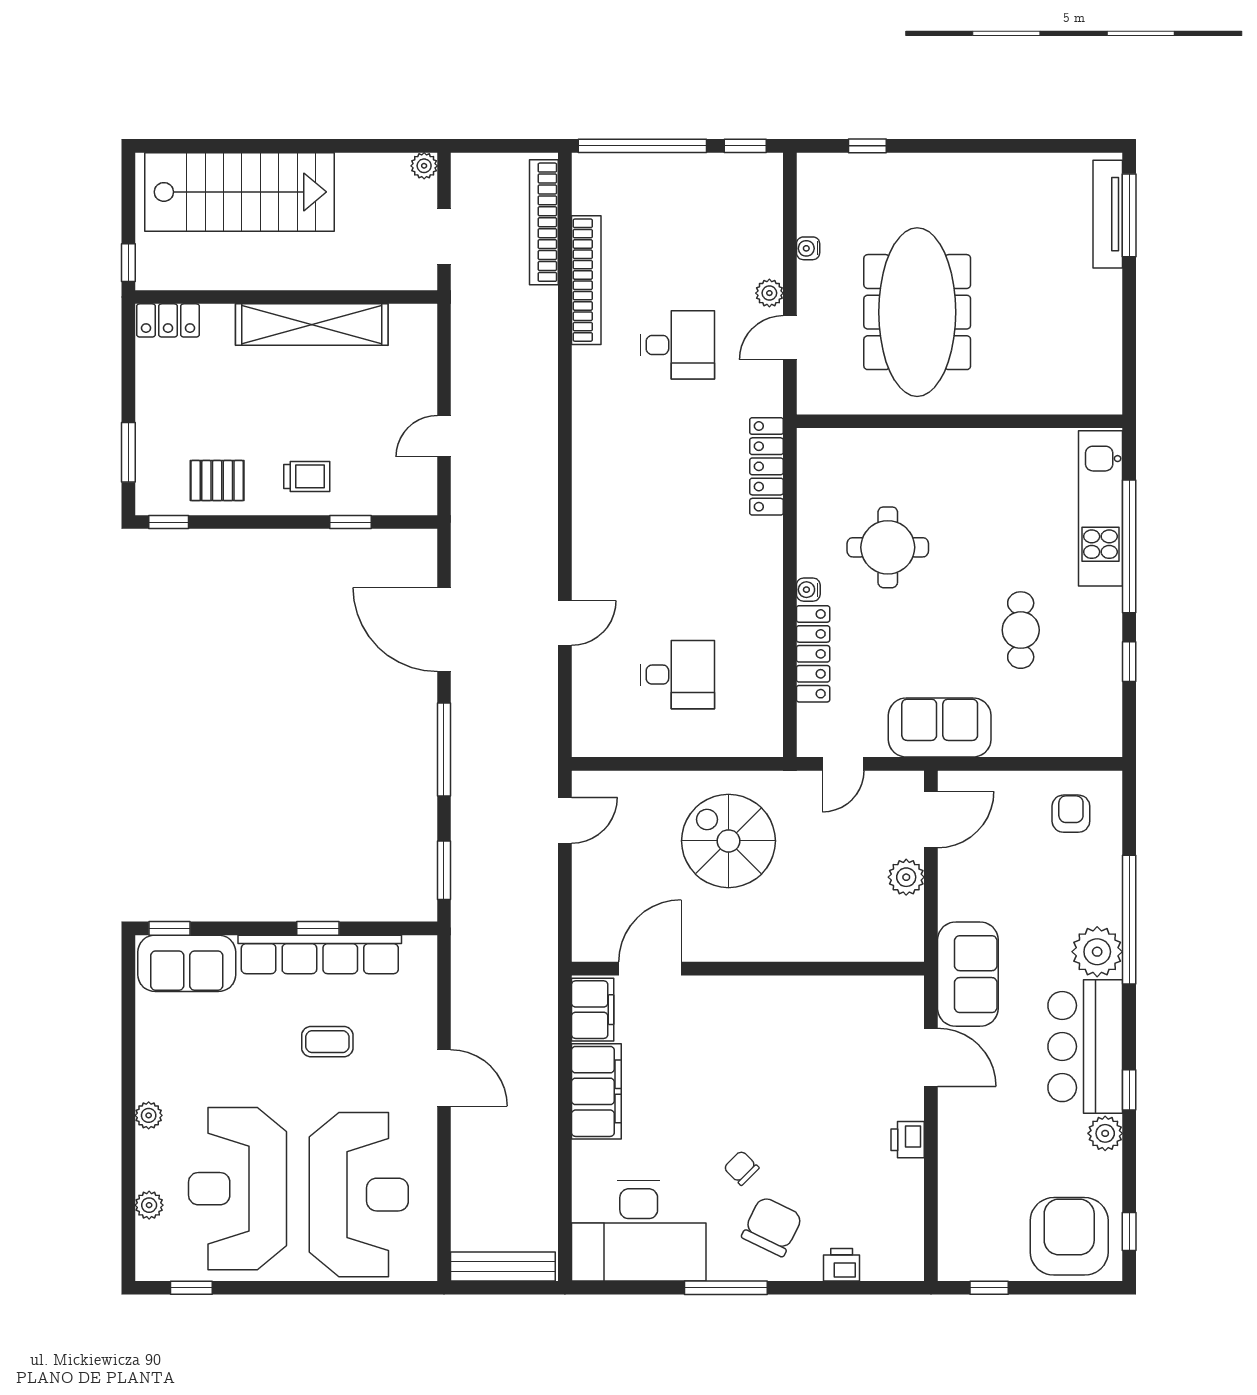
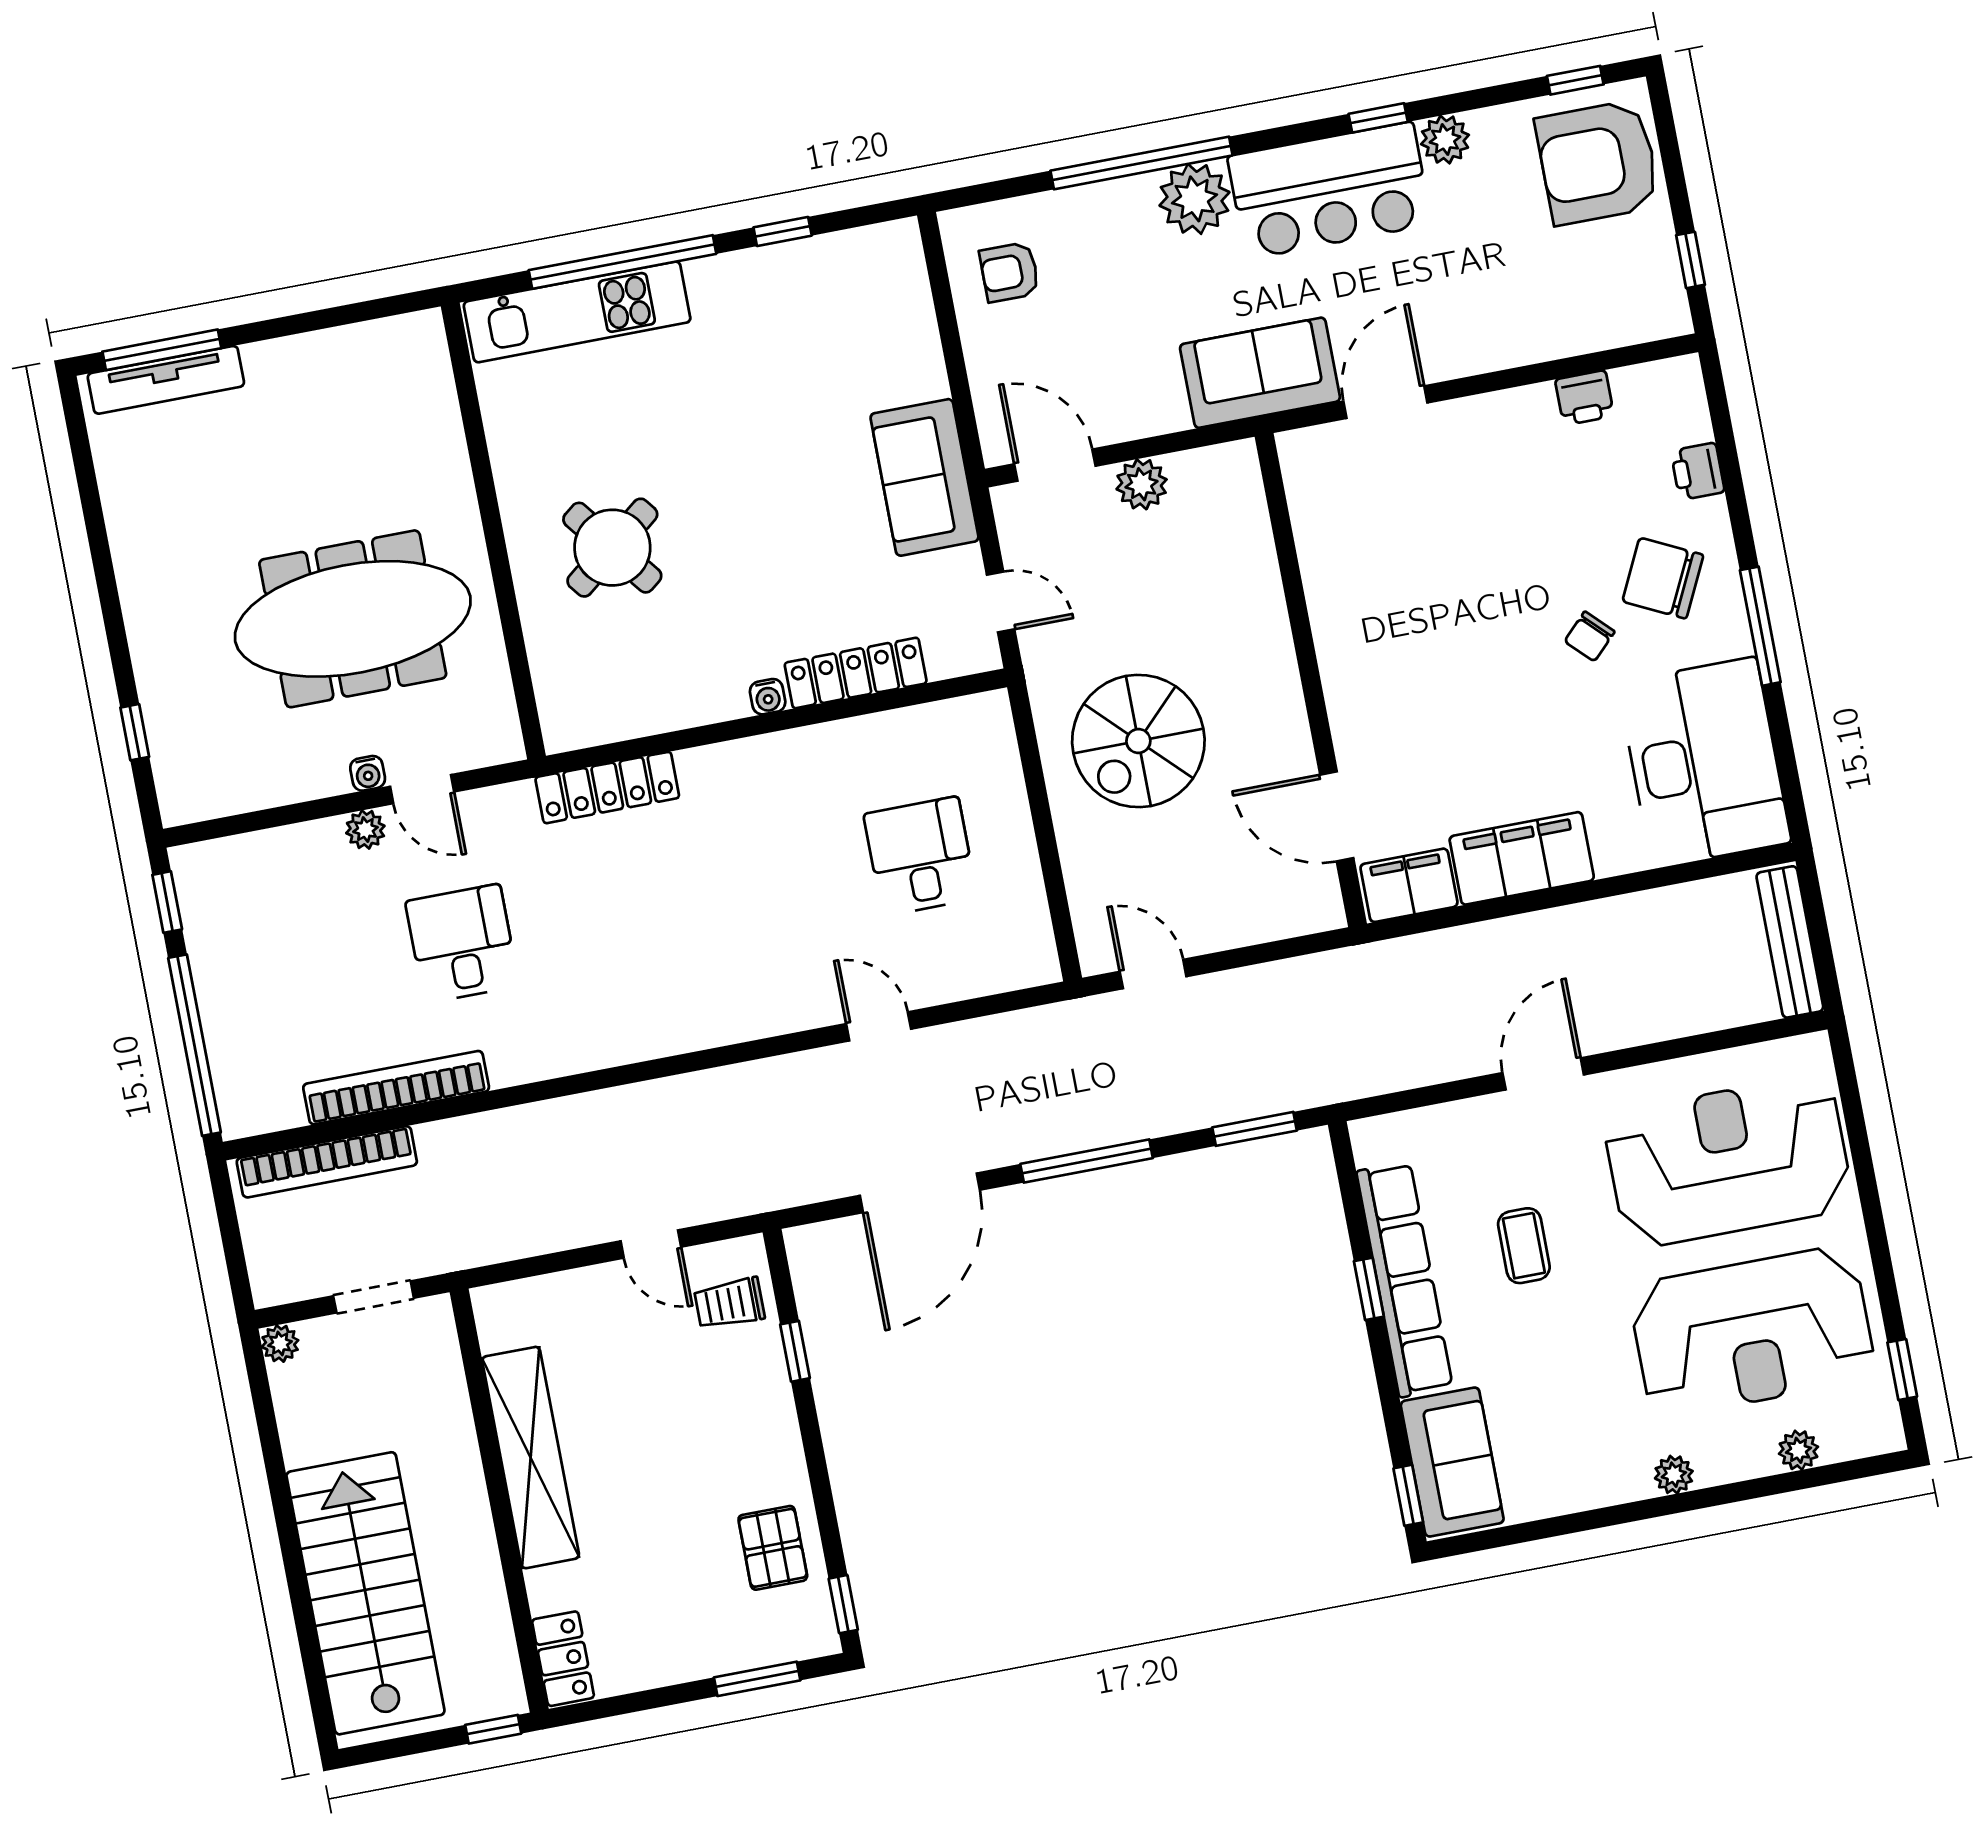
water cooler: (808, 248) -> (368, 773), moved
trolley: (307, 476) -> (729, 1303), moved, turned -90
round table: (888, 547) -> (612, 548), moved, turned -38
cafe table: (1021, 630) -> (767, 391), removed
printer: (908, 1140) -> (1584, 398), moved

